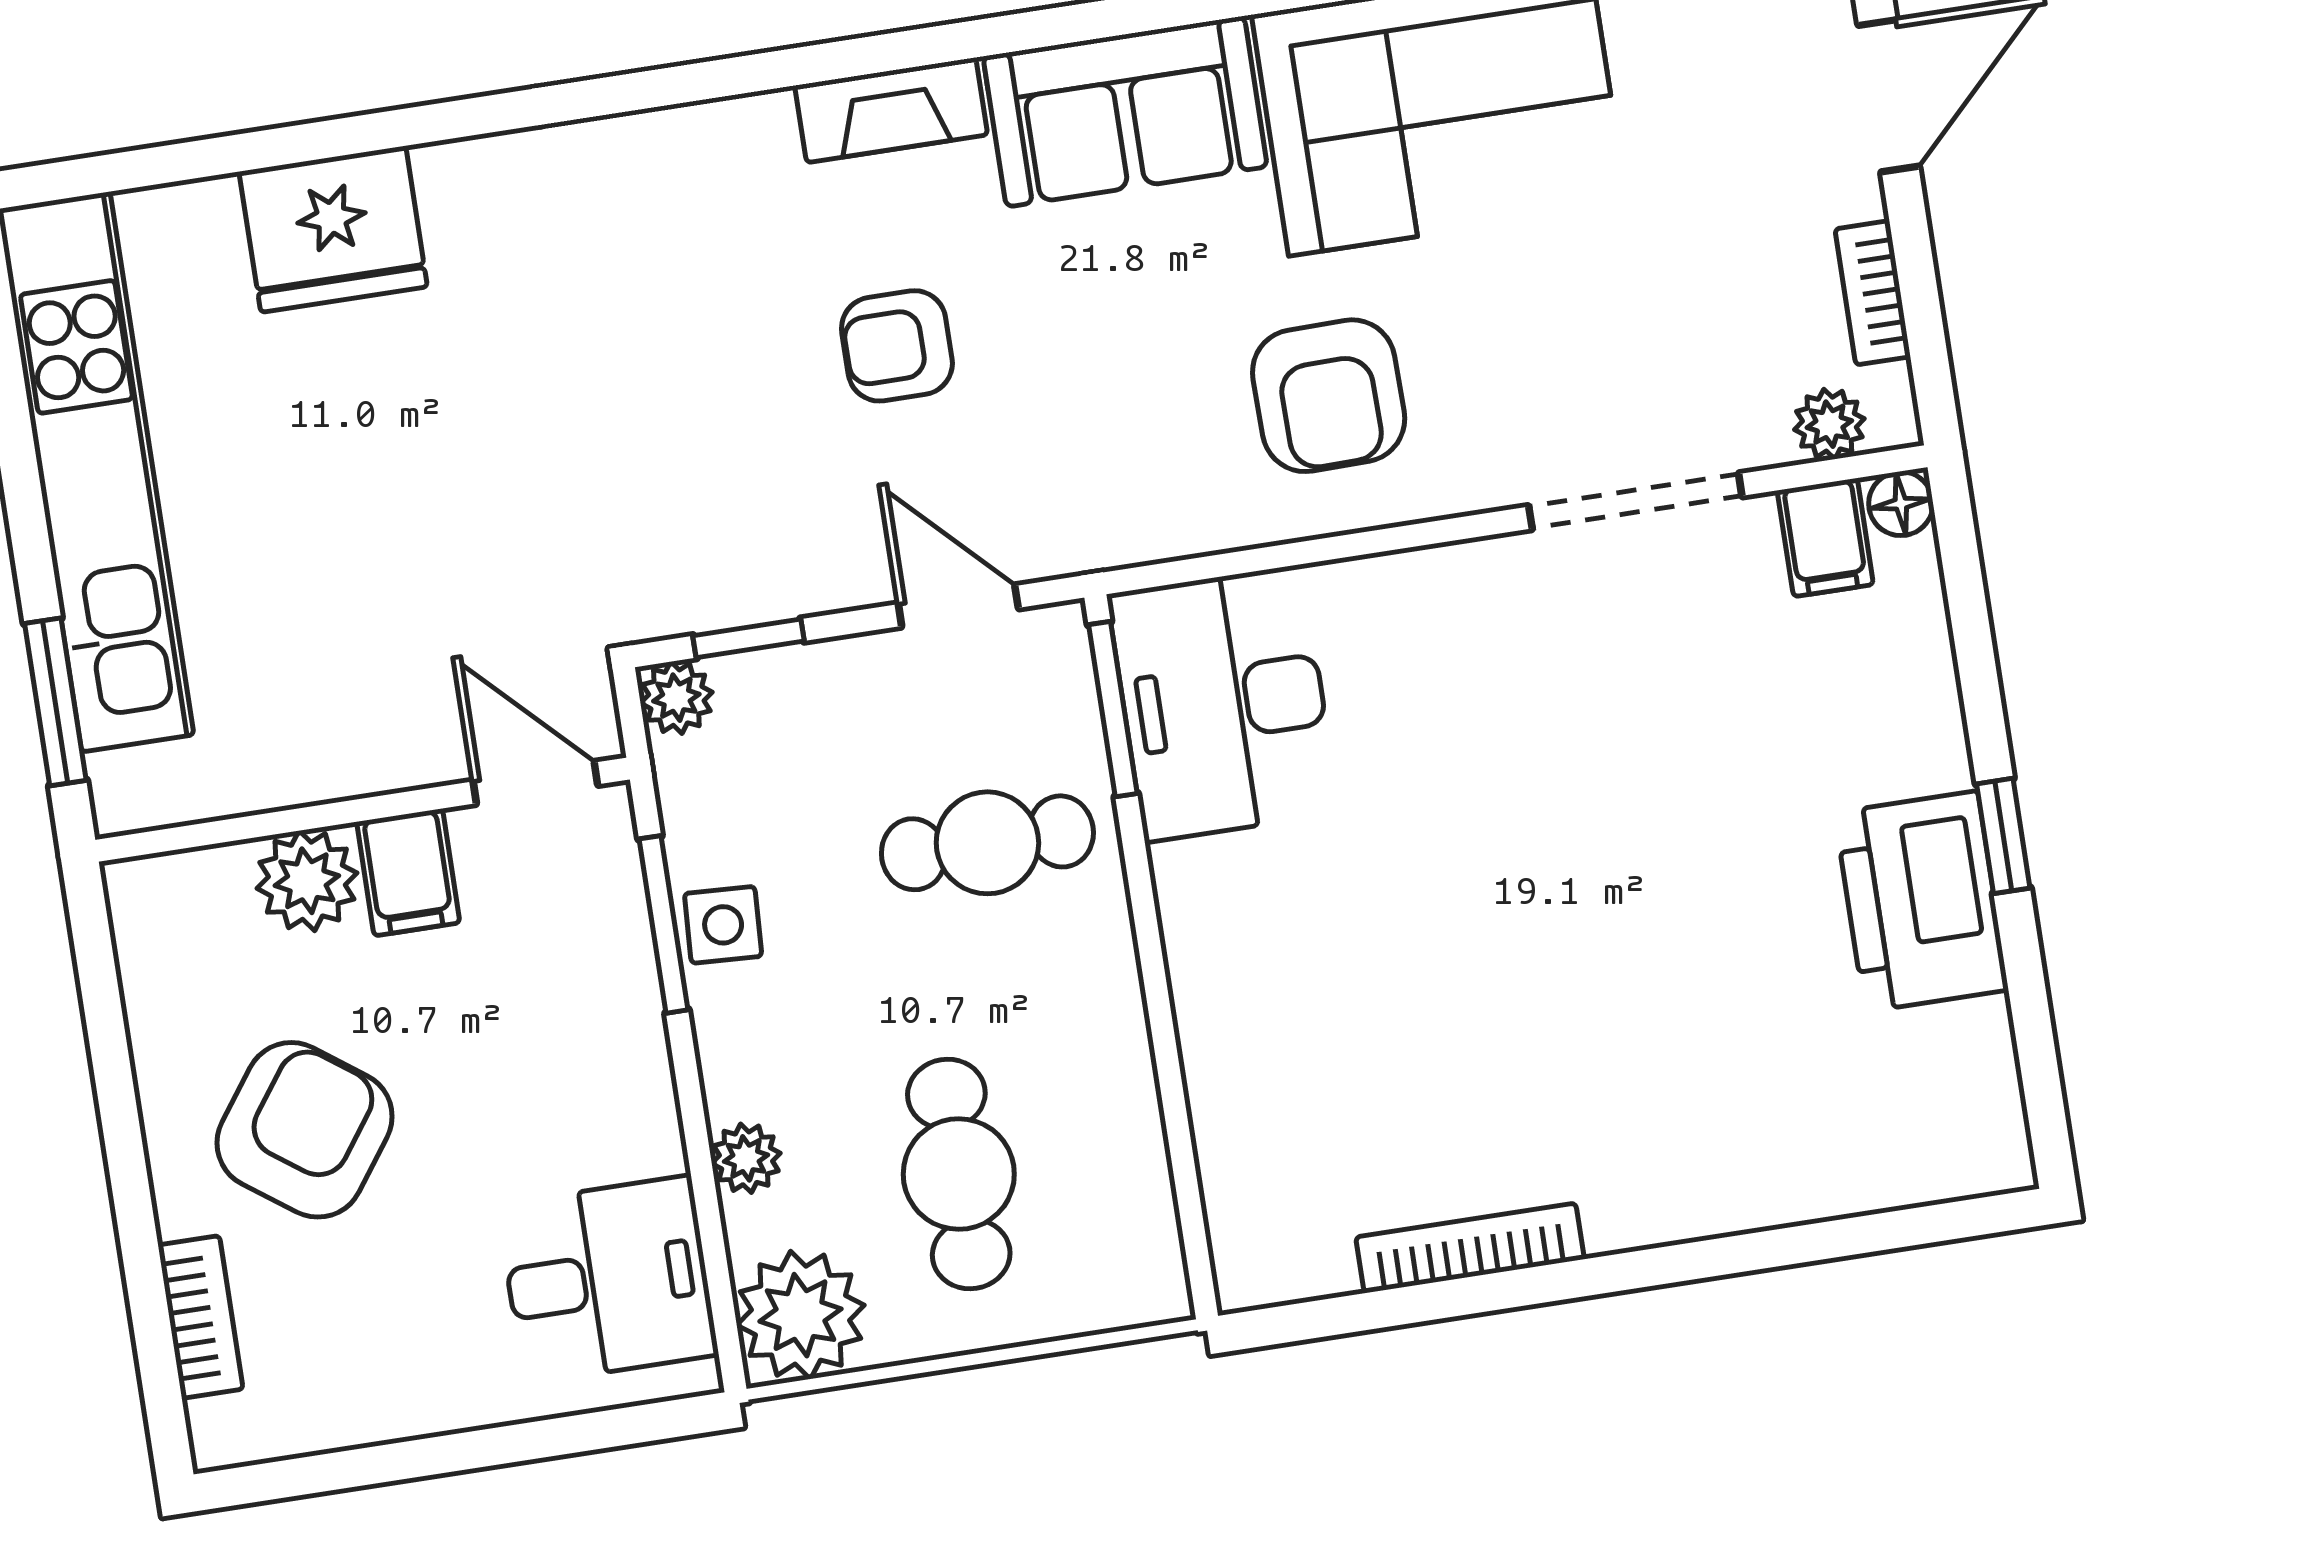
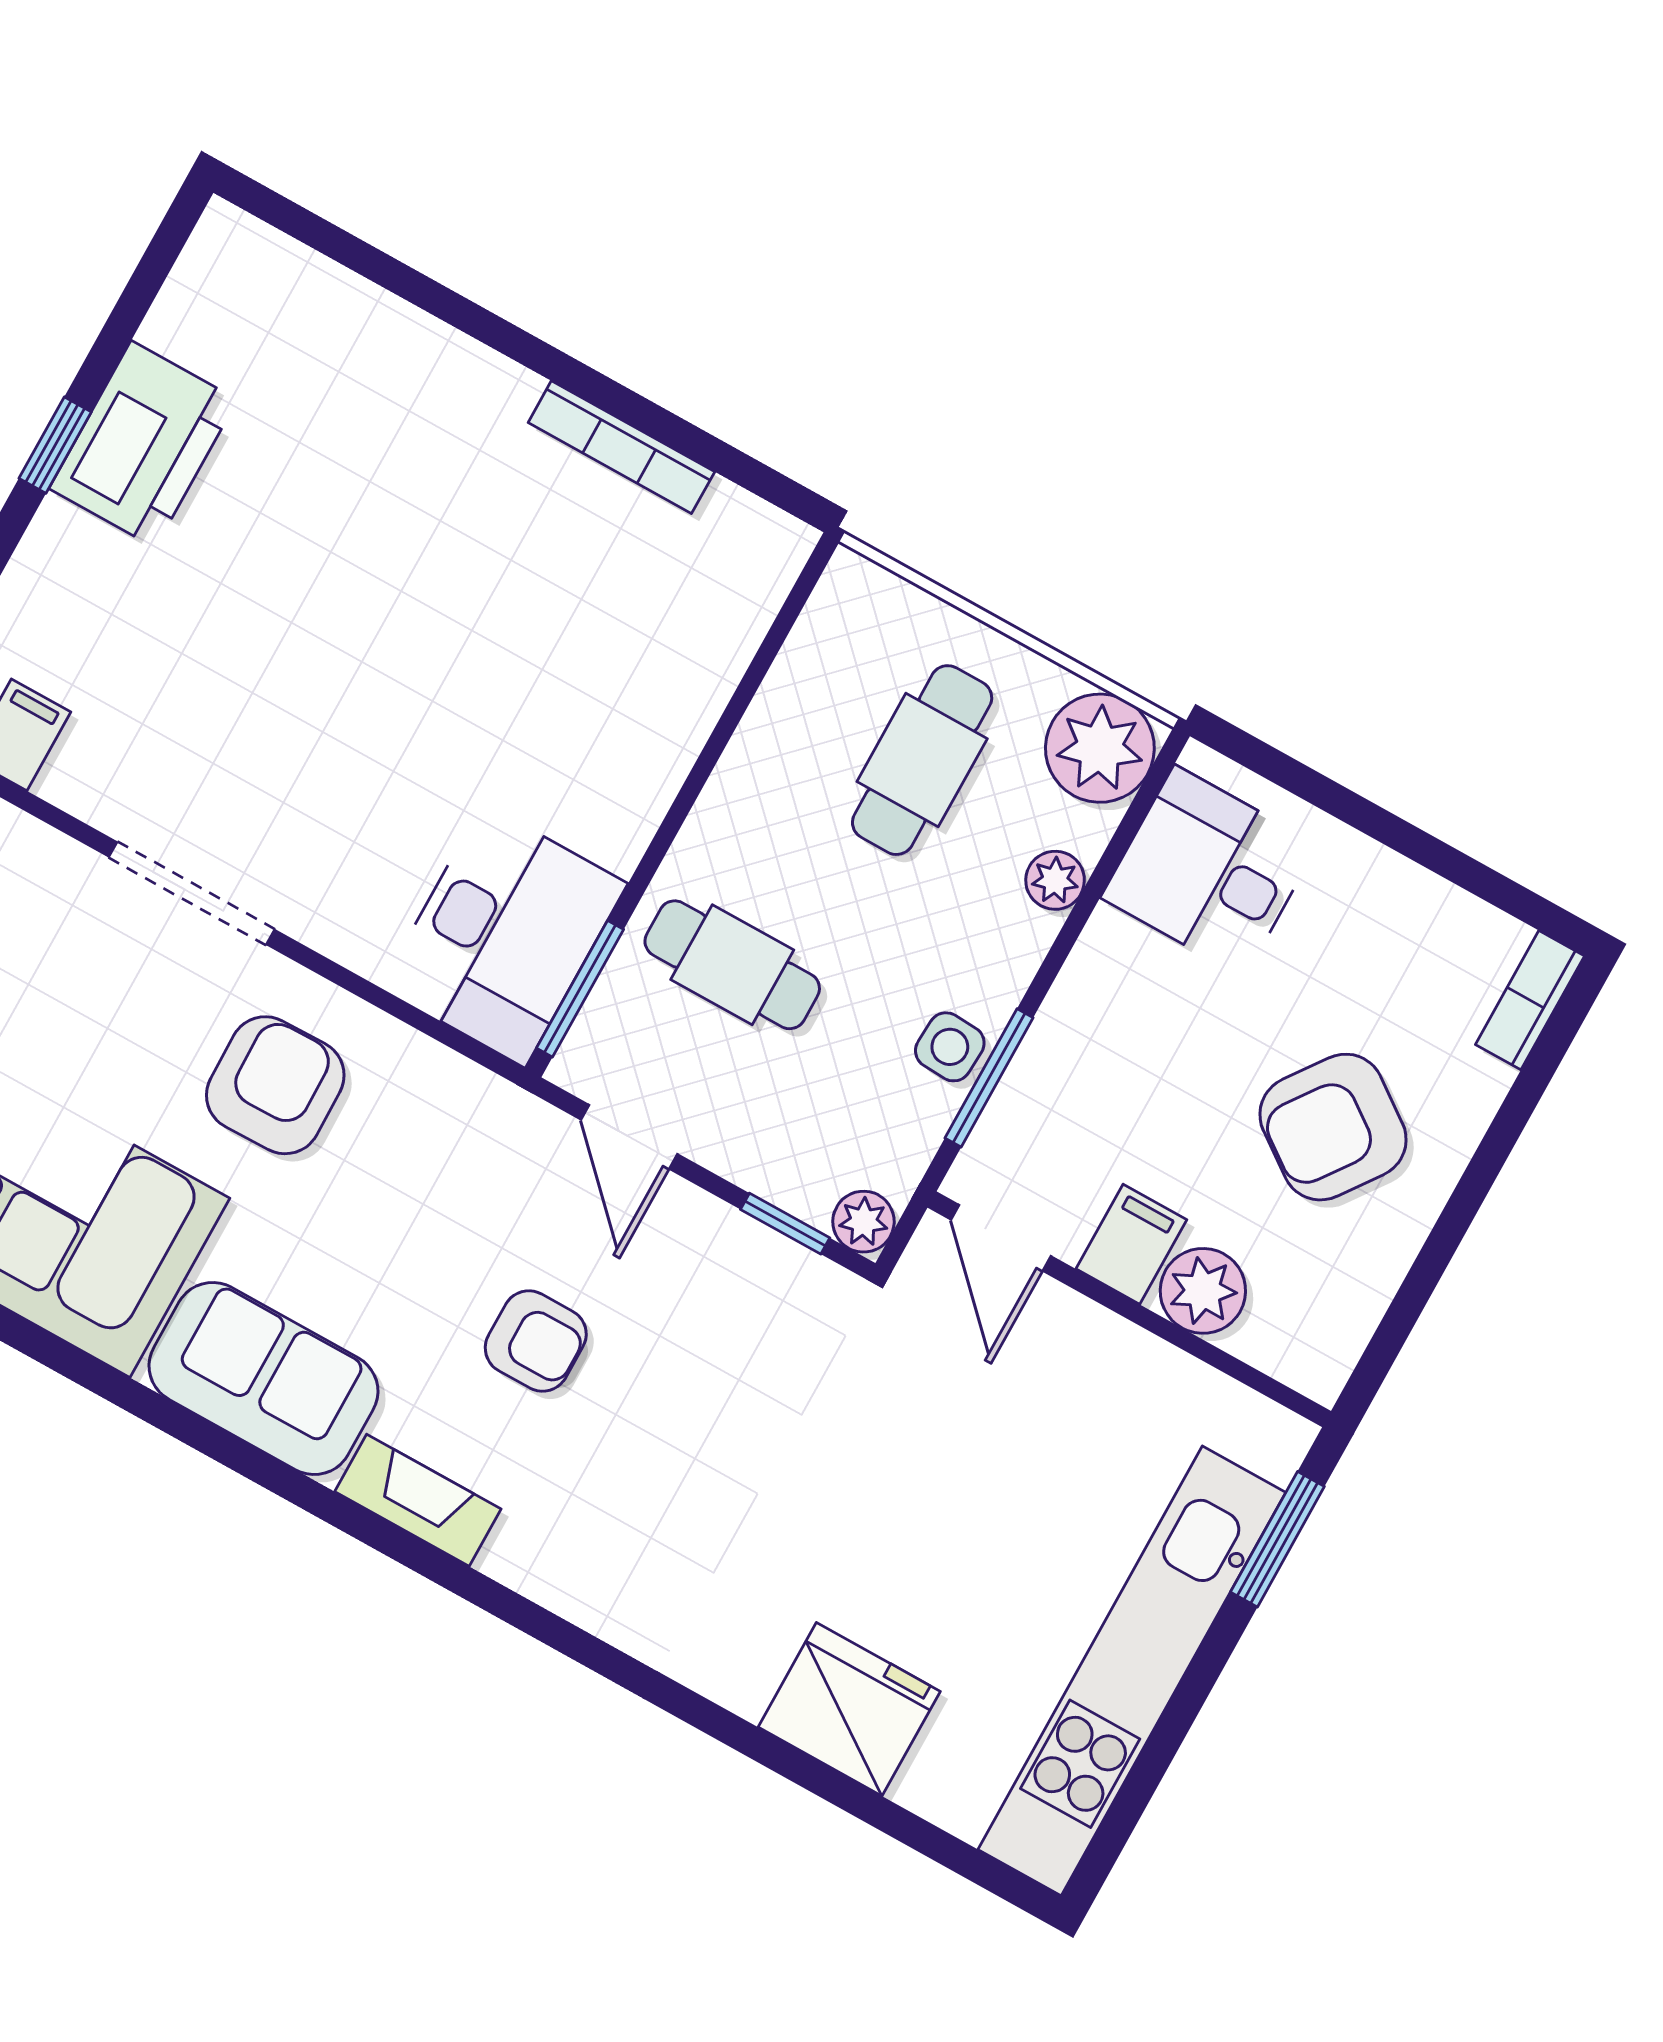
doorway: (1635, 501) -> (192, 893), moved
bookcase: (201, 1317) -> (1530, 1000), moved

